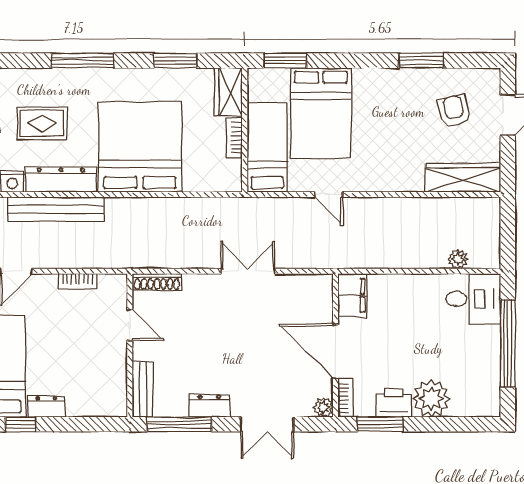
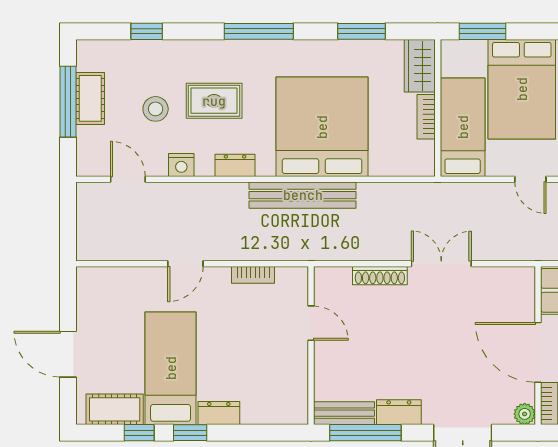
dresser: (61, 180) -> (235, 165), width x0.51, depth x0.80
bench: (56, 209) -> (303, 195), moved
shoe rack: (157, 282) -> (380, 276), moved
bench: (143, 390) -> (344, 413), moved, turned 90

